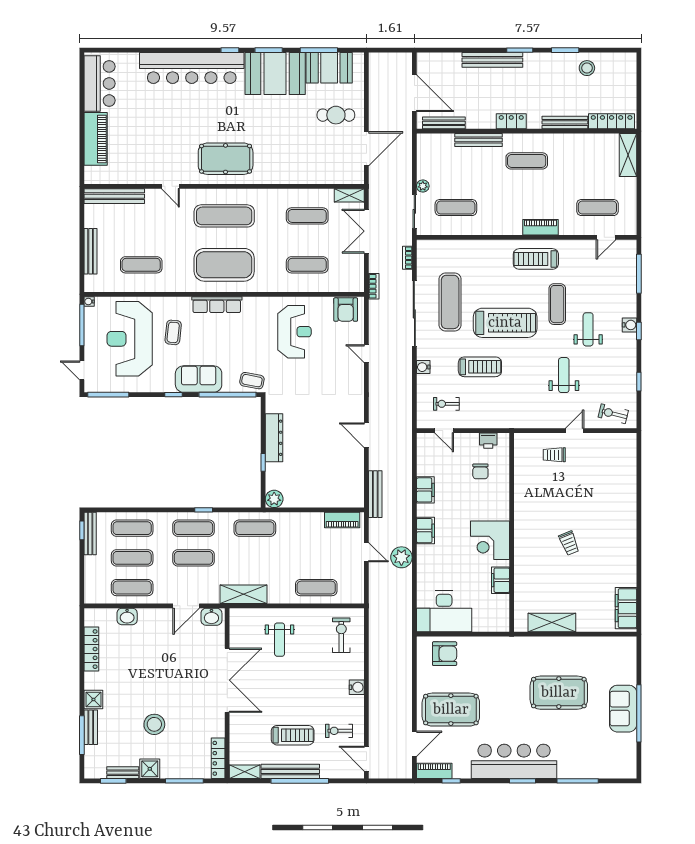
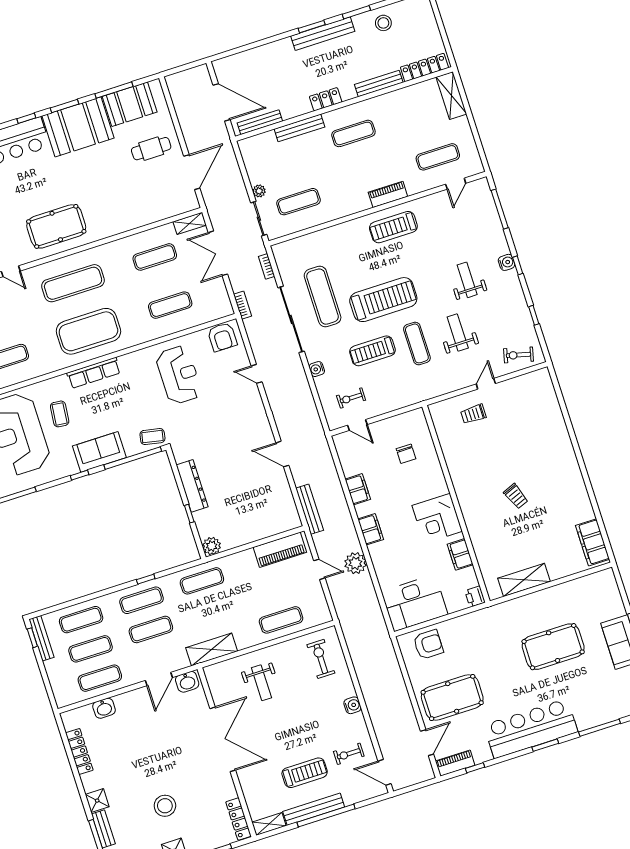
bench: (492, 60) -> (323, 34), moved
exercise mat: (557, 304) -> (417, 343), moved
treadmill: (480, 367) -> (372, 351), turned 180
printer: (488, 441) -> (475, 596), moved, turned 90
piano: (342, 520) -> (280, 550), width x1.37, depth x1.33

